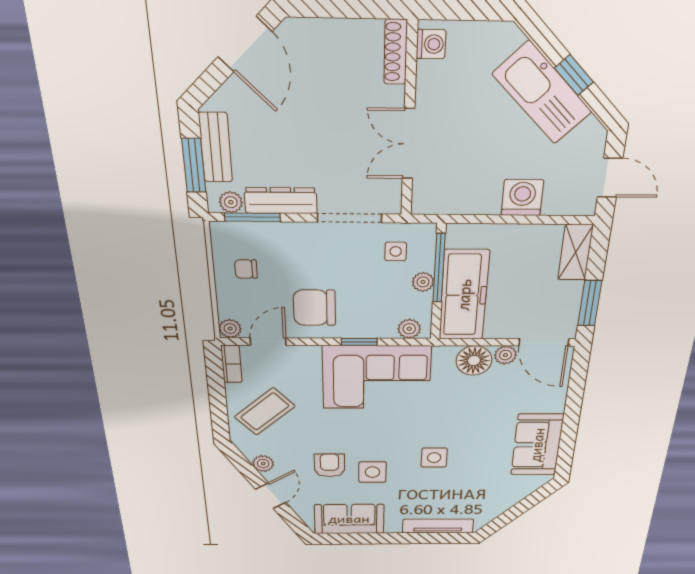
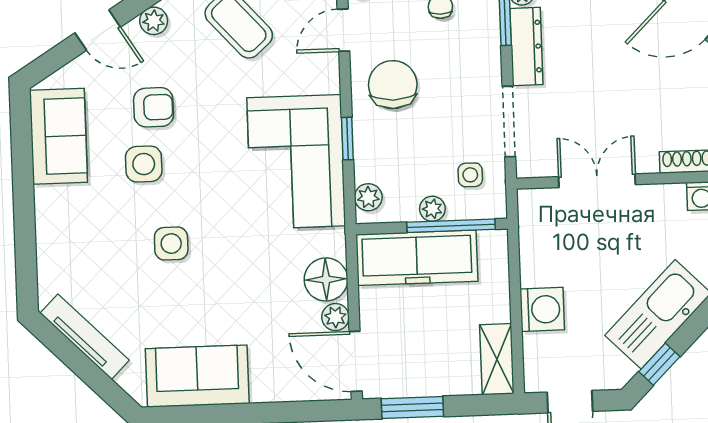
window: (574, 75) -> (659, 364), moved
shelving: (575, 252) -> (497, 359), moved, turned 90
door: (268, 342) -> (343, 30), swing flipped
door: (544, 342) -> (356, 361), hinge flipped
tv unit: (438, 526) -> (85, 337), moved, turned -45

